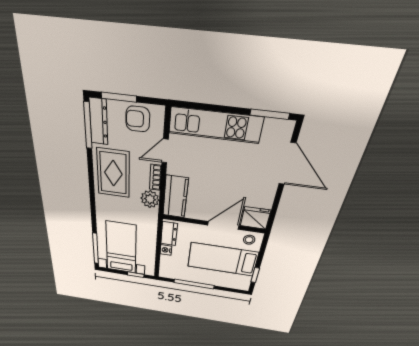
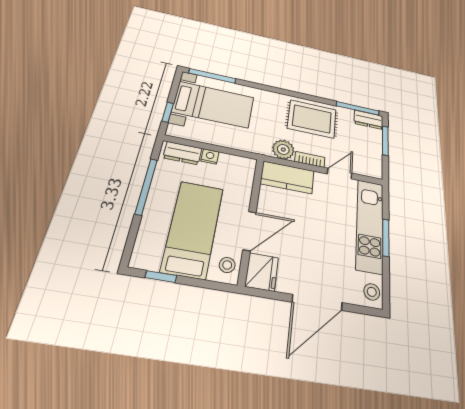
window: (270, 114) -> (386, 238), moved
armchair: (138, 119) -> (368, 153), removed
dresser: (99, 122) -> (369, 120), width x0.70
stool: (279, 130) -> (372, 292), added
door: (165, 151) -> (340, 174), hinge flipped
door: (287, 164) -> (317, 302), moved
door: (223, 225) -> (250, 231), hinge flipped
dresser: (169, 234) -> (183, 153), moved

